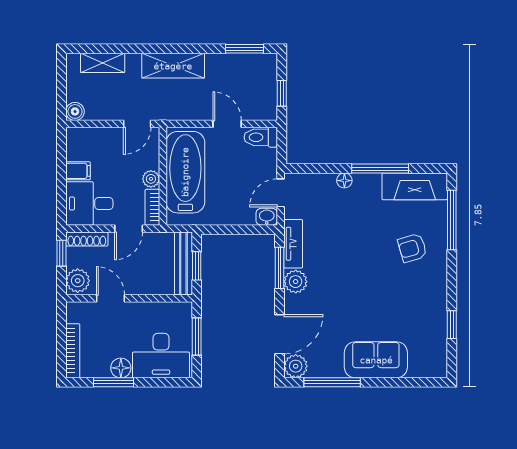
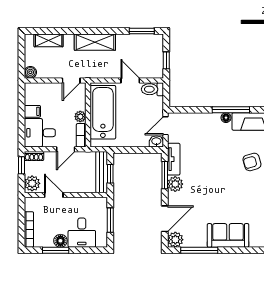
floor lamp: (344, 181) -> (226, 118), moved
shoe rack: (87, 239) -> (34, 156), width x0.70
desk: (161, 356) -> (82, 233), width x0.73

